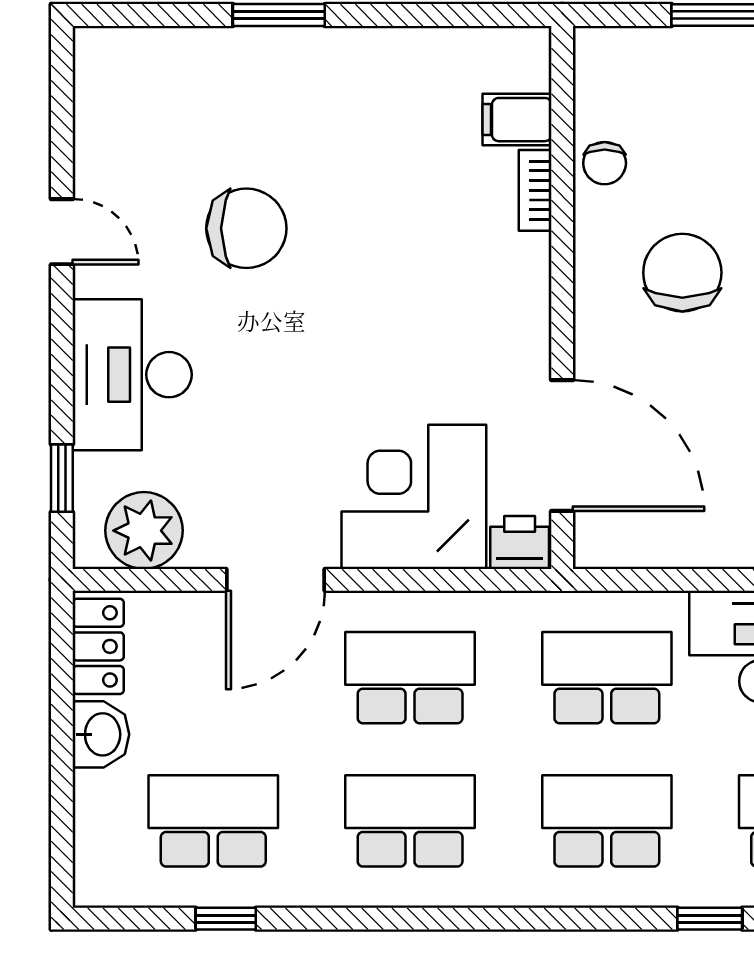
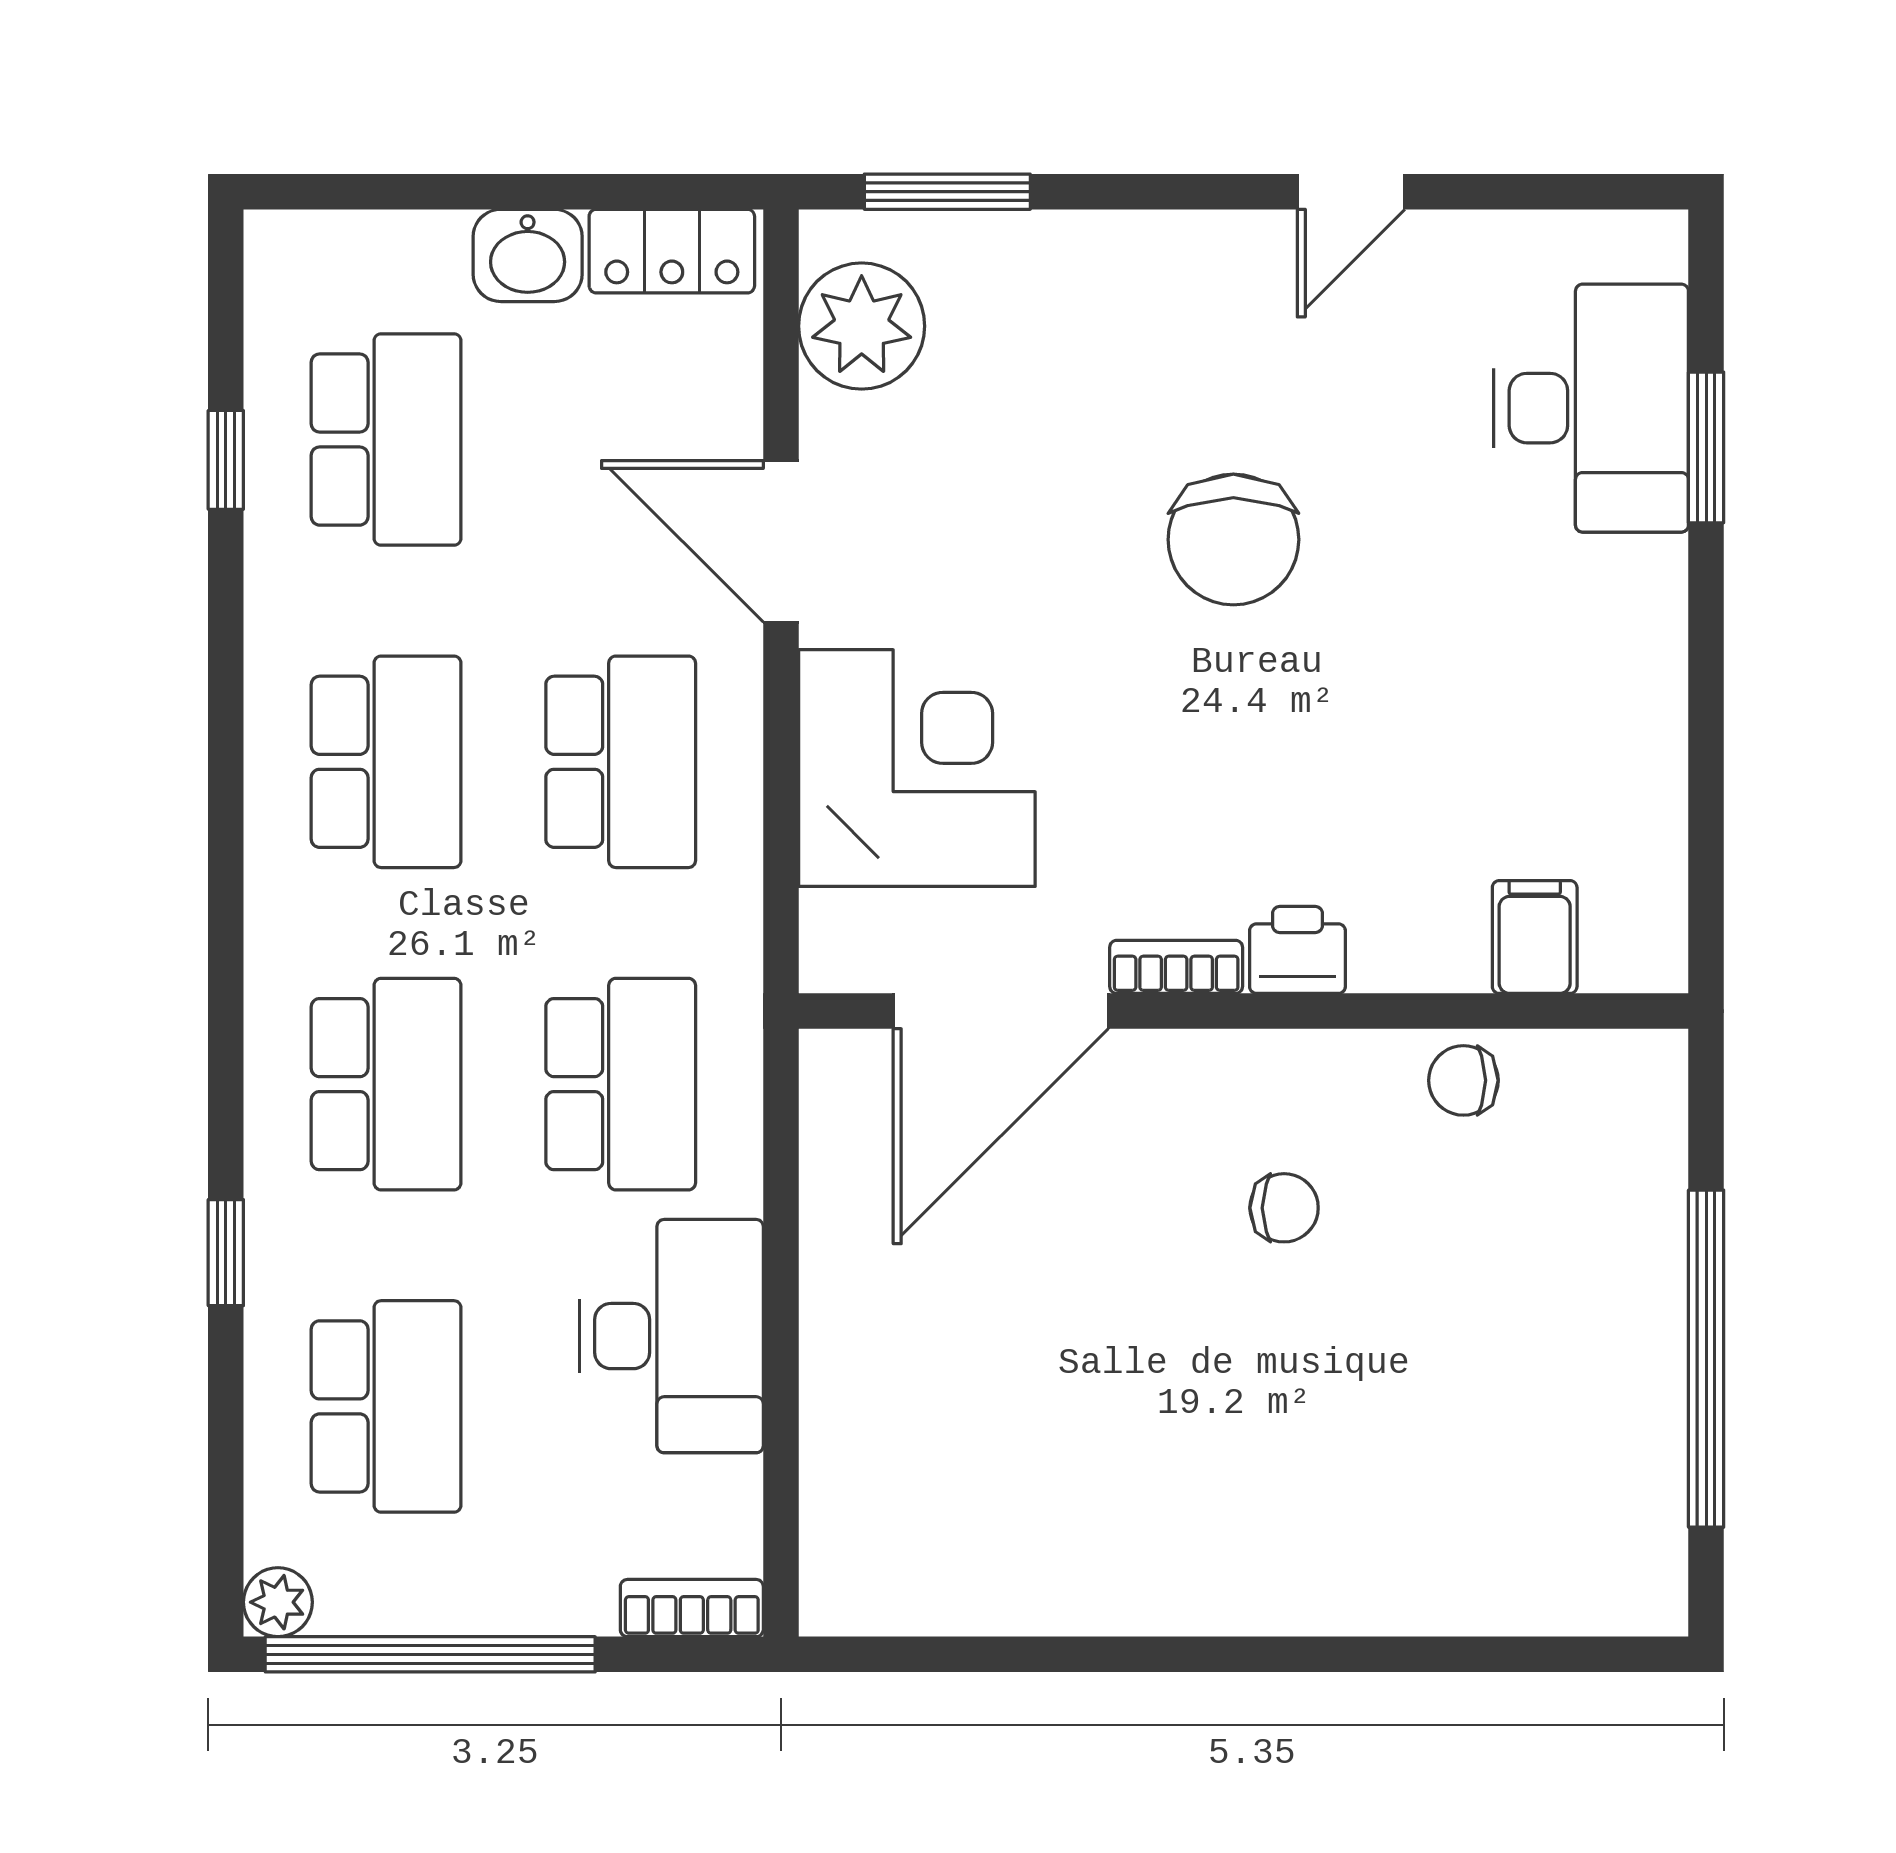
window: (279, 15) -> (1706, 447), moved
bookcase: (535, 190) -> (1176, 967), moved
chair: (246, 228) -> (1233, 540), moved
chair: (682, 273) -> (1284, 1208), width x0.54, depth x0.54
desk: (132, 375) -> (1591, 408), moved, turned 90
window: (62, 478) -> (947, 192), width x1.50
printer: (520, 542) -> (1297, 950), moved, turned -90

